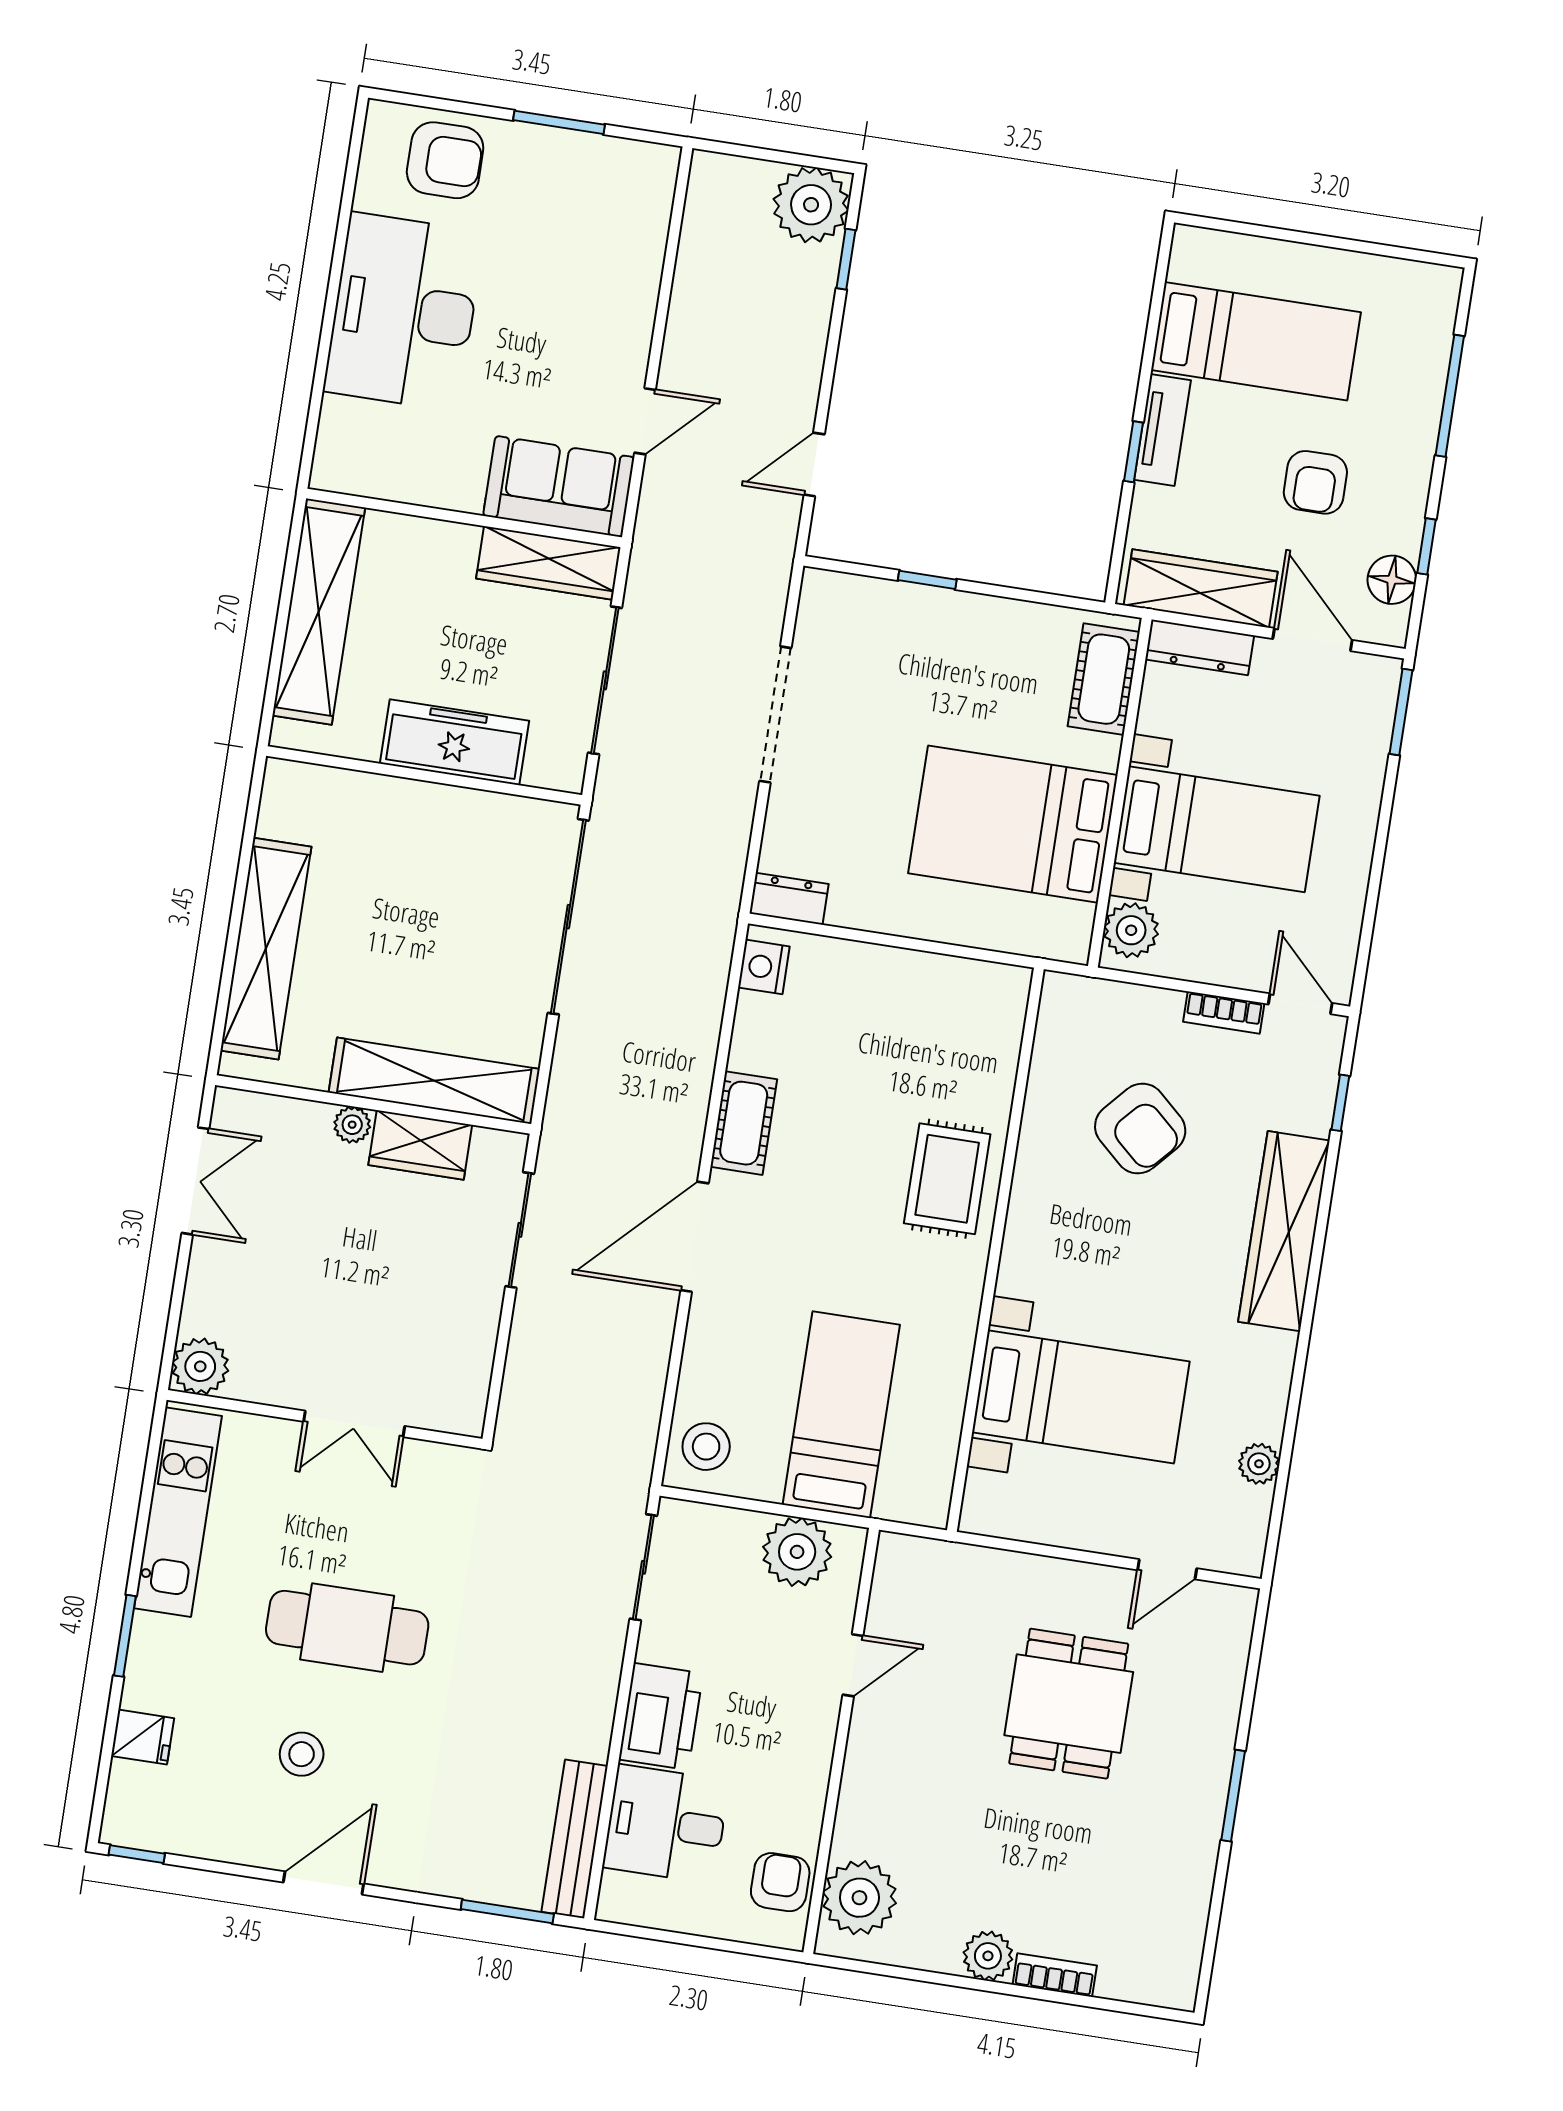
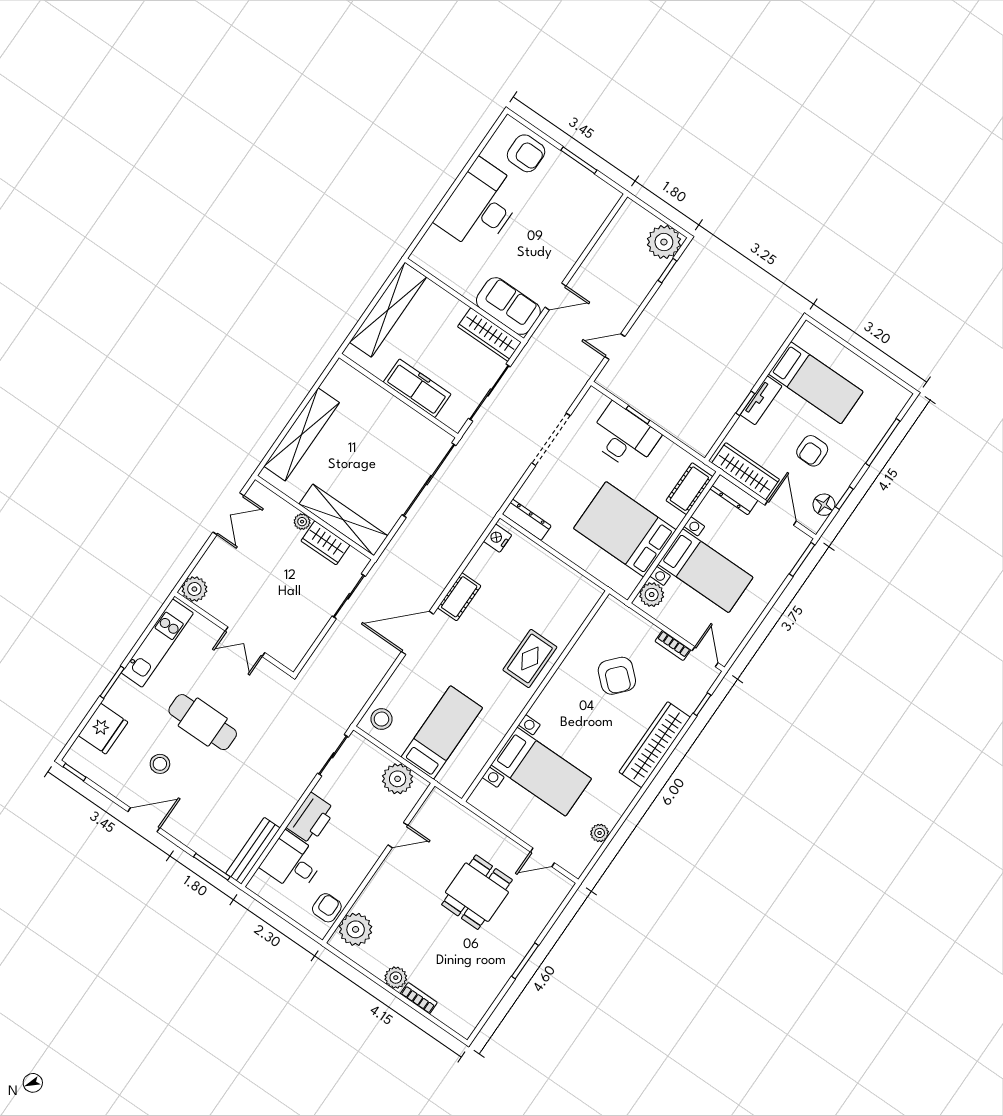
desk: (921, 638) -> (624, 437), added
dresser: (789, 899) -> (527, 520), width x1.44
fridge: (143, 1737) -> (103, 729), width x1.88, depth x1.34

